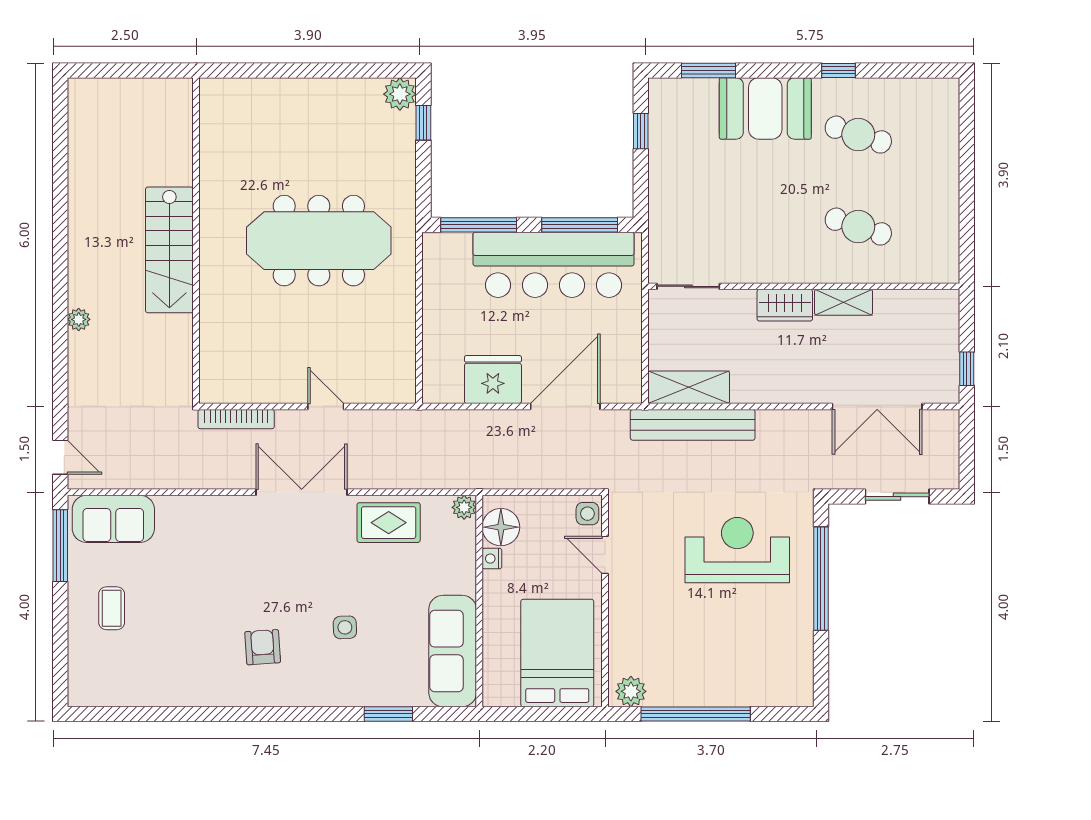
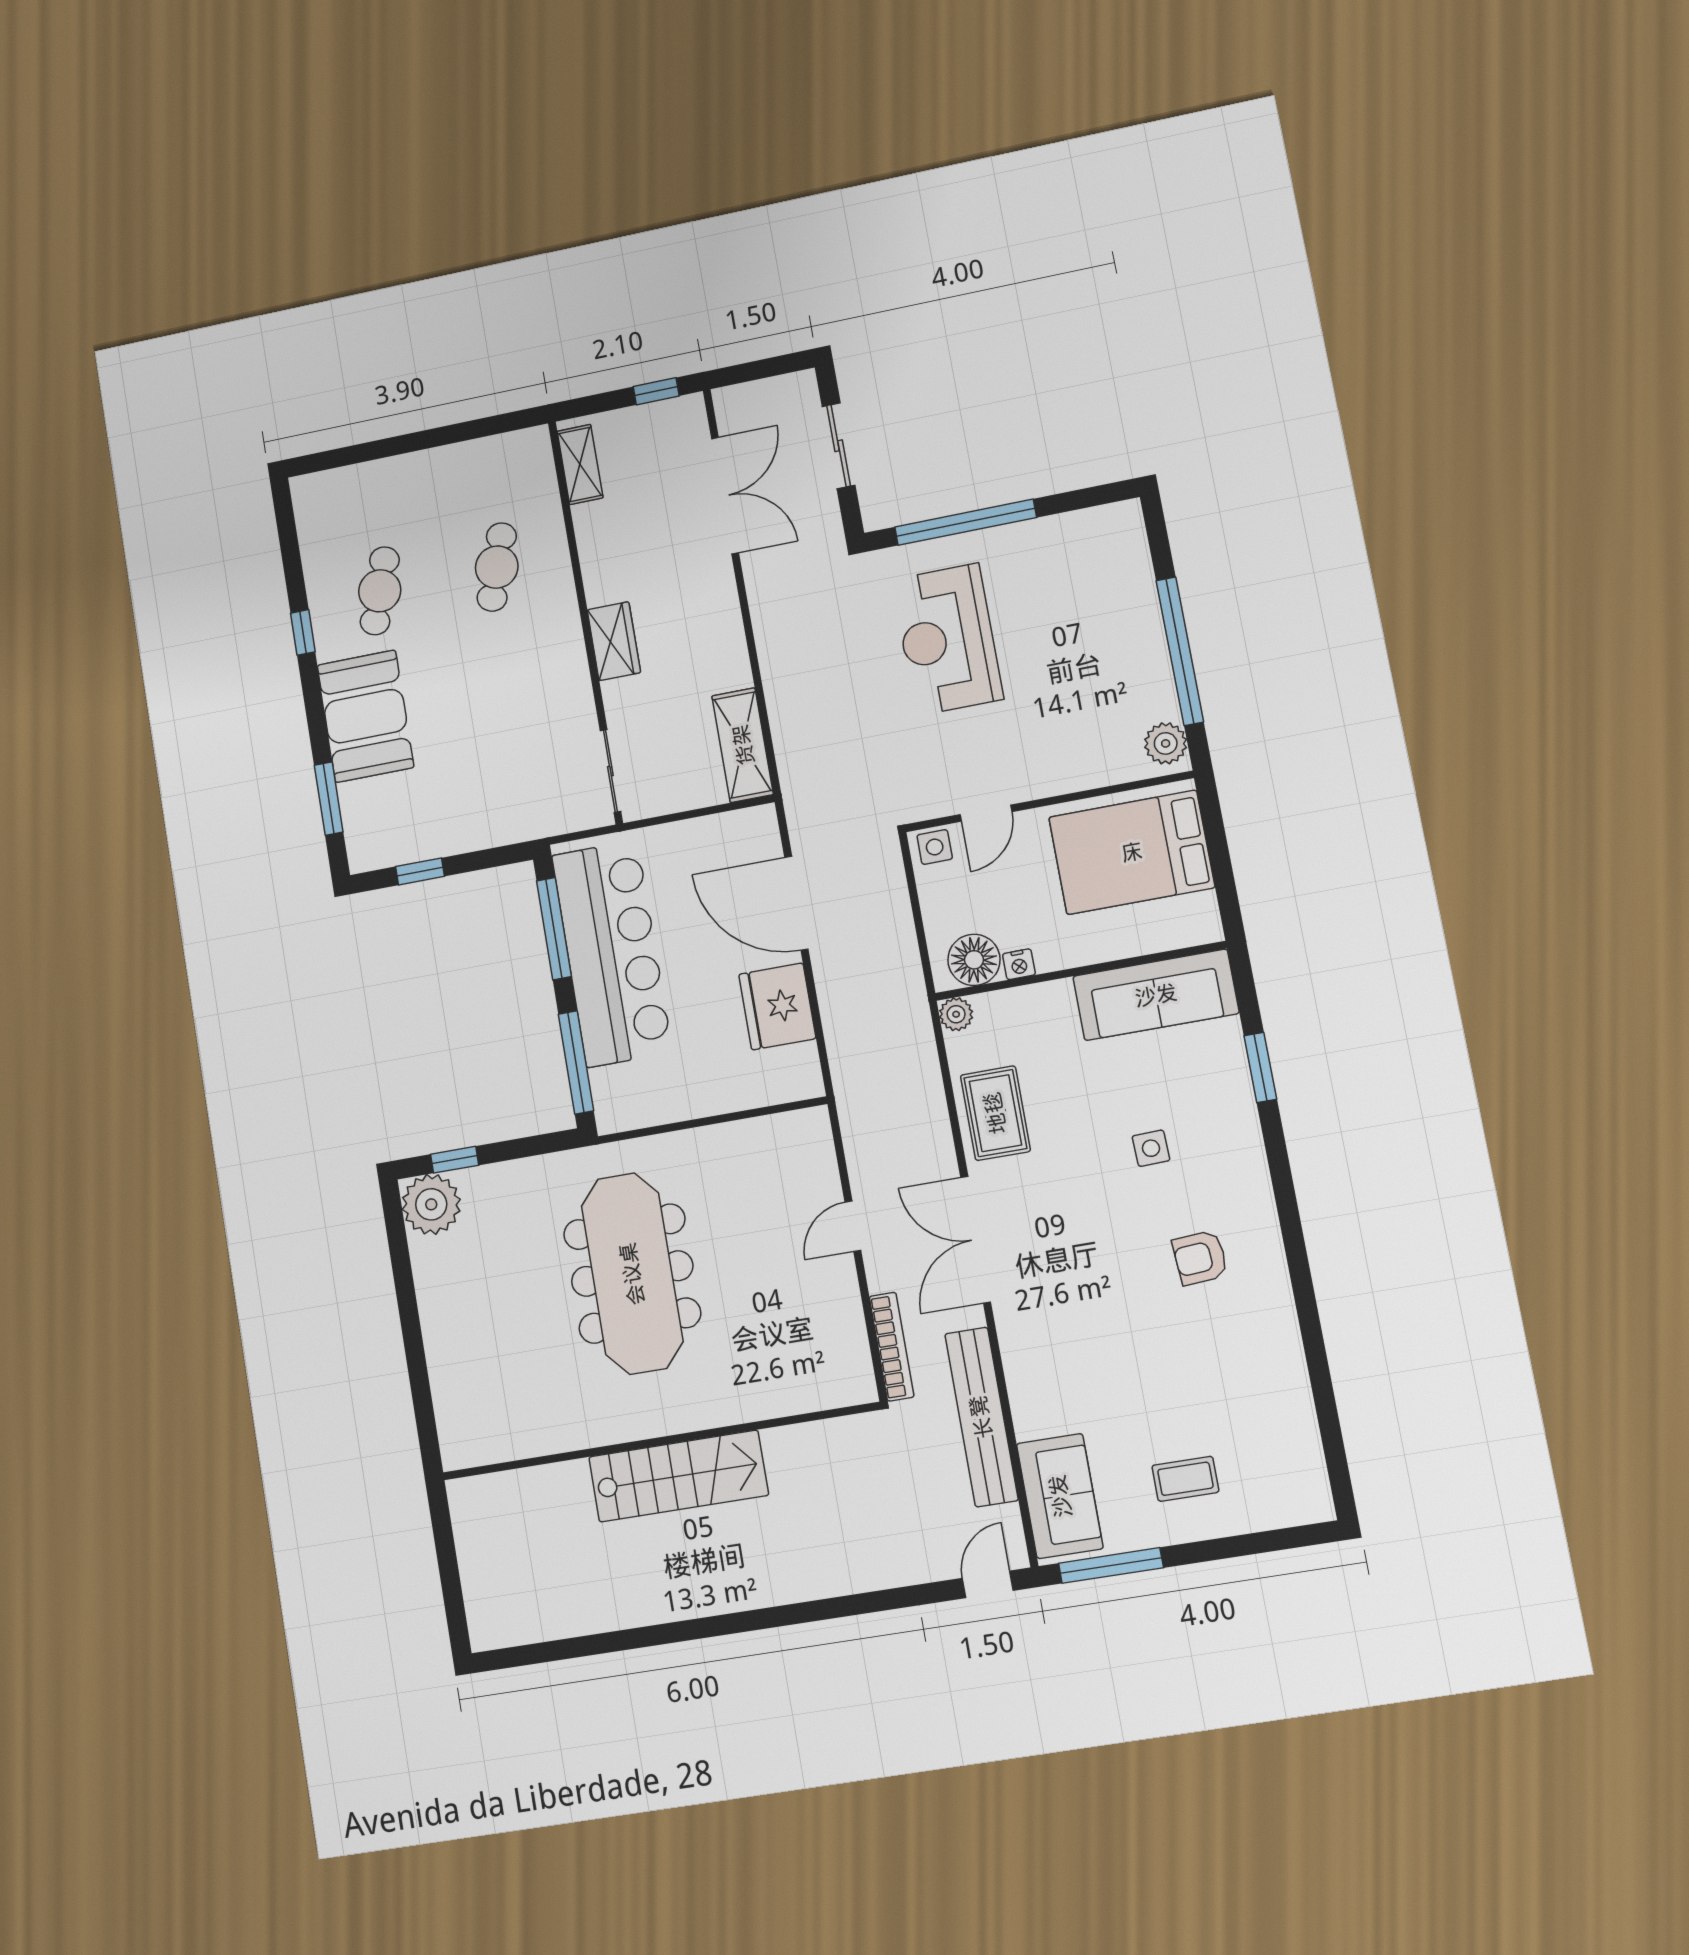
plant: (400, 94) -> (431, 1204), width x1.36, depth x1.36
shelving: (844, 302) -> (580, 464), moved
plant: (79, 319) -> (794, 1587), removed
bench: (693, 425) -> (981, 1417), moved

